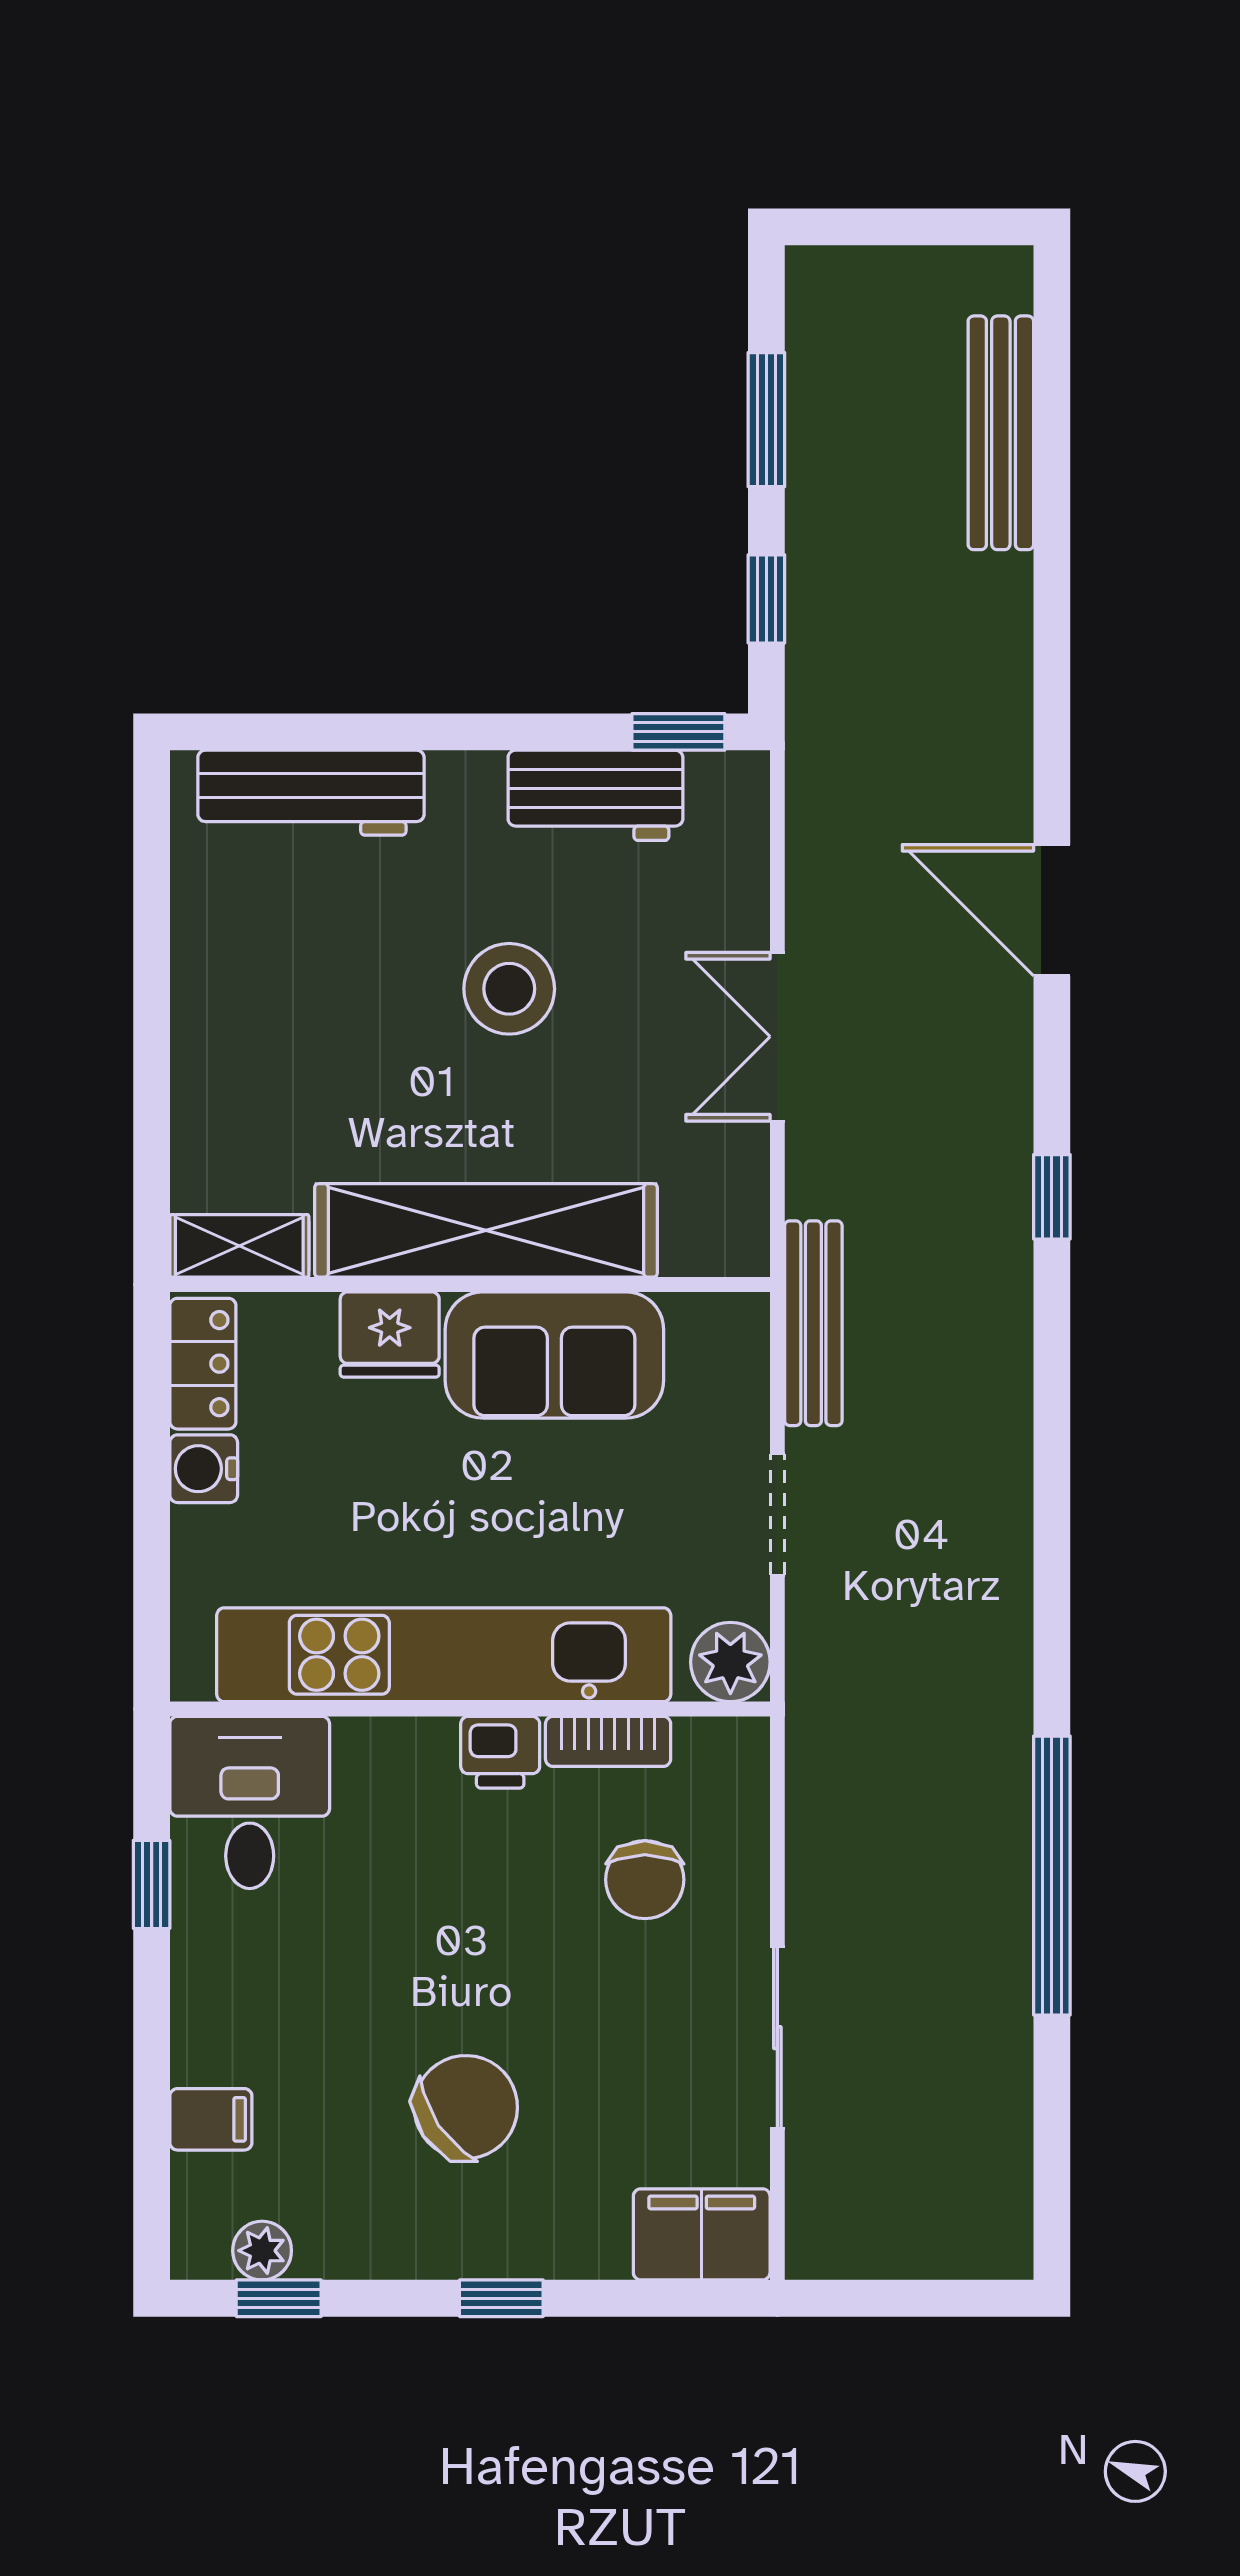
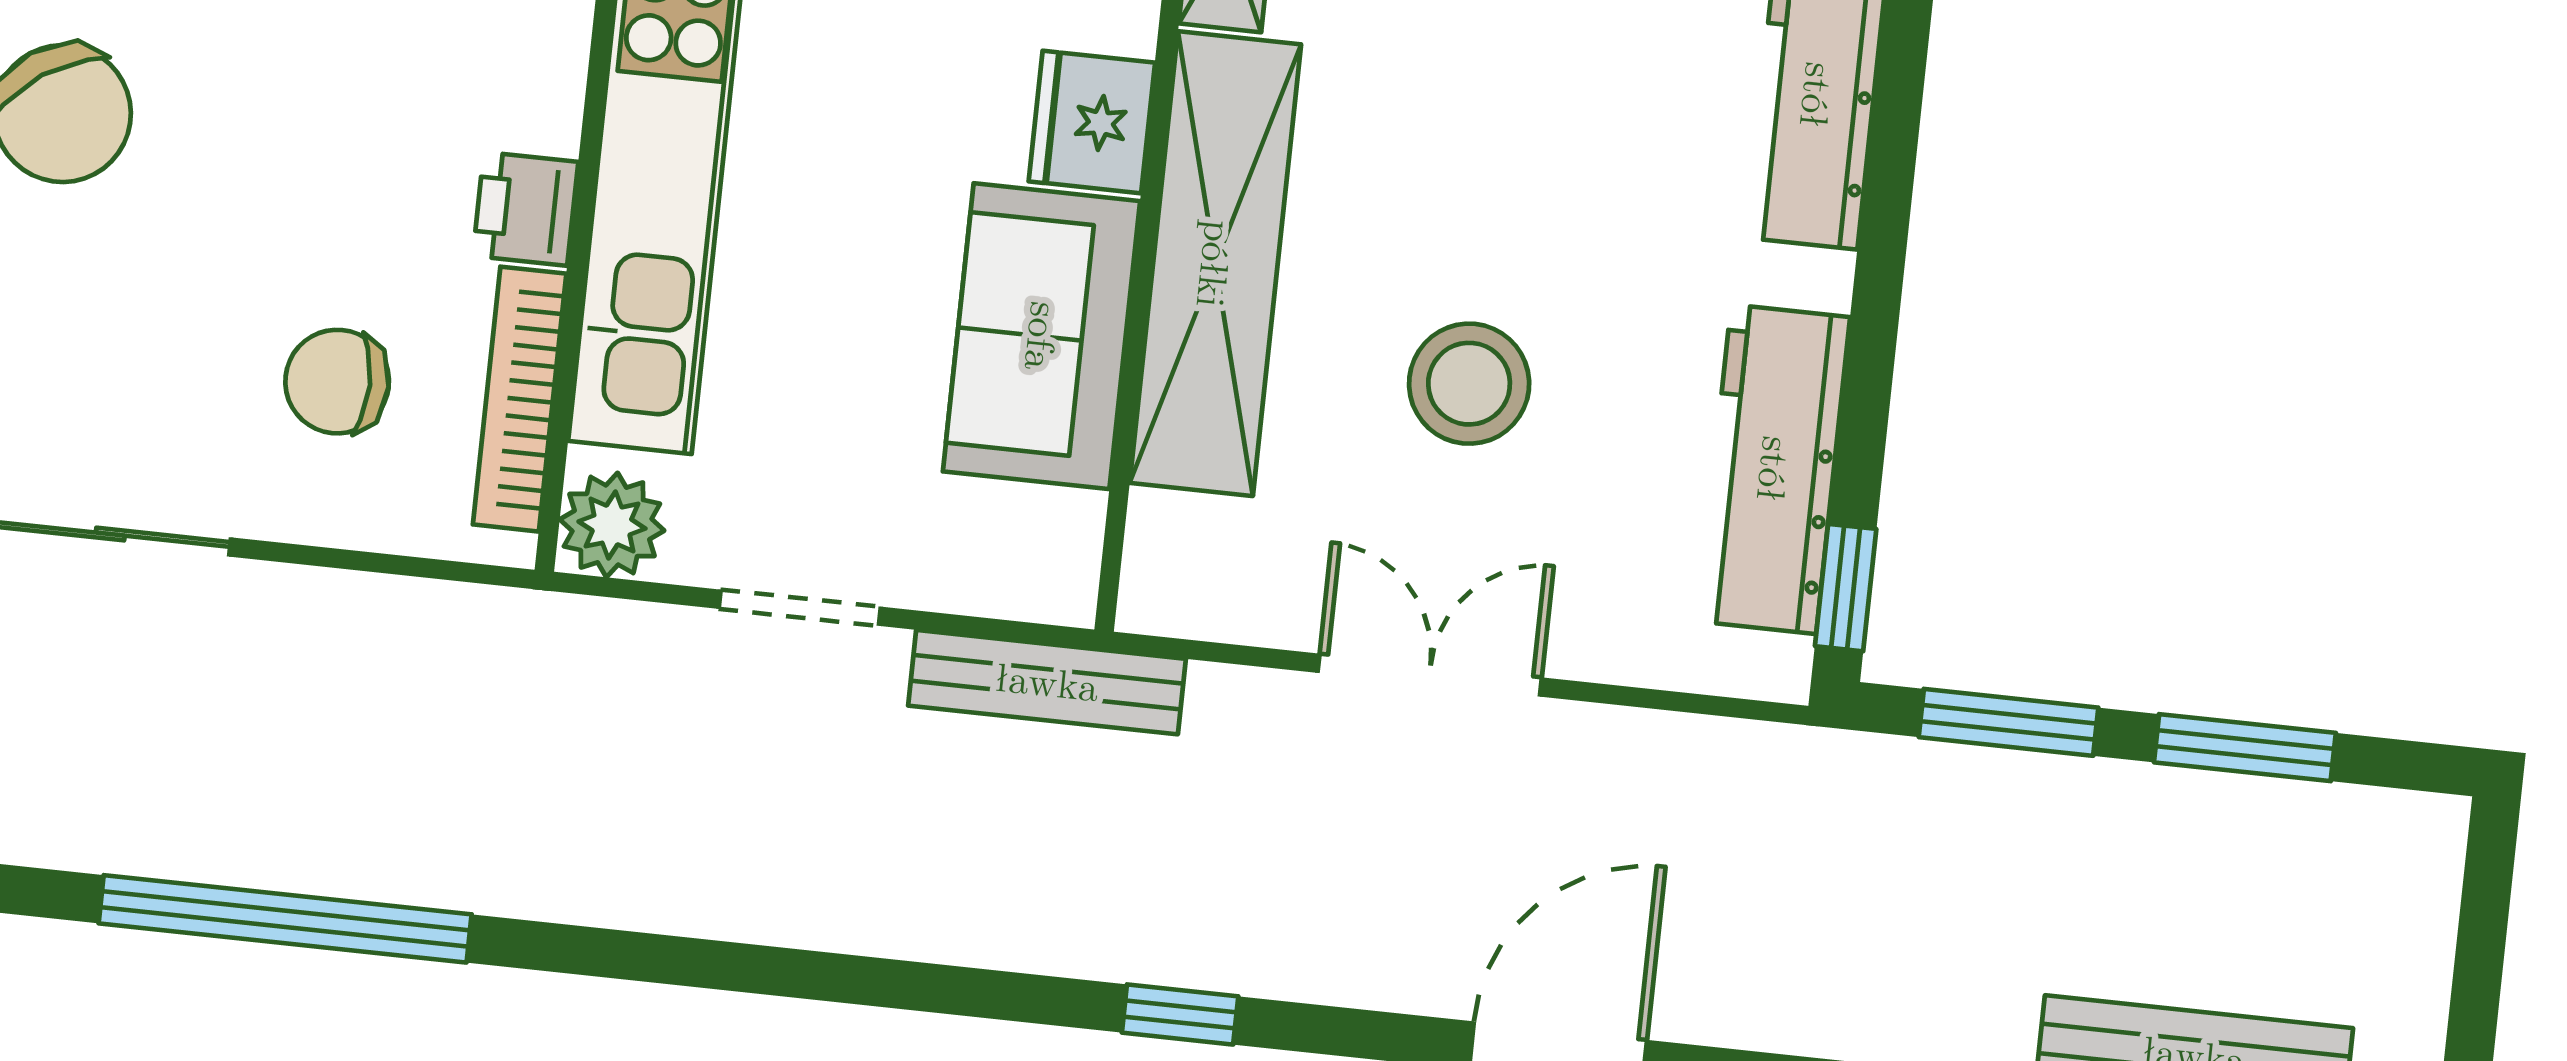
window: (766, 599) -> (2008, 722), width x1.50
workbench: (595, 795) -> (1774, 469), width x1.38
stool: (509, 989) -> (1469, 384), moved
bookcase: (608, 1741) -> (520, 399), width x1.56

